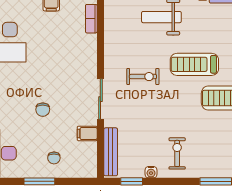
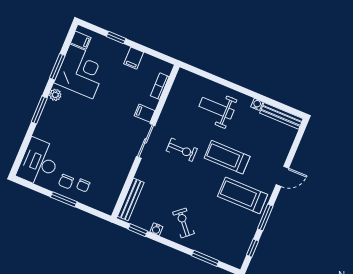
sliding door: (100, 99) -> (146, 141), moved
chair: (43, 110) -> (66, 181), moved
filing cabinet: (87, 133) -> (145, 113), moved
exercise bike: (177, 153) -> (184, 223), turned -41

